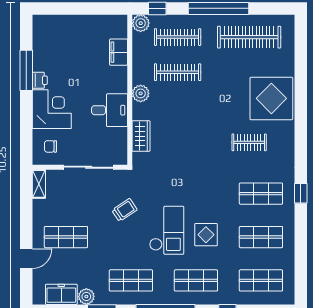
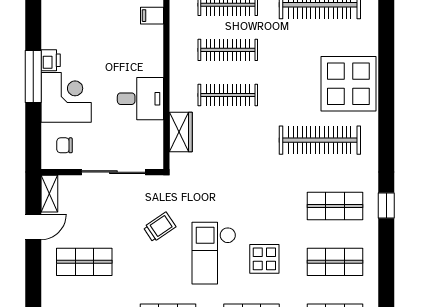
filing cabinet: (119, 52) -> (152, 16), width x0.50
window: (26, 70) -> (33, 77), moved
plant: (141, 93) -> (180, 77), removed
clothes rail: (178, 107) -> (228, 95), added
clothes rail: (249, 142) -> (320, 140), width x1.86, depth x1.31
checkout: (167, 230) -> (214, 253), turned 180
door: (26, 259) -> (33, 227), moved

